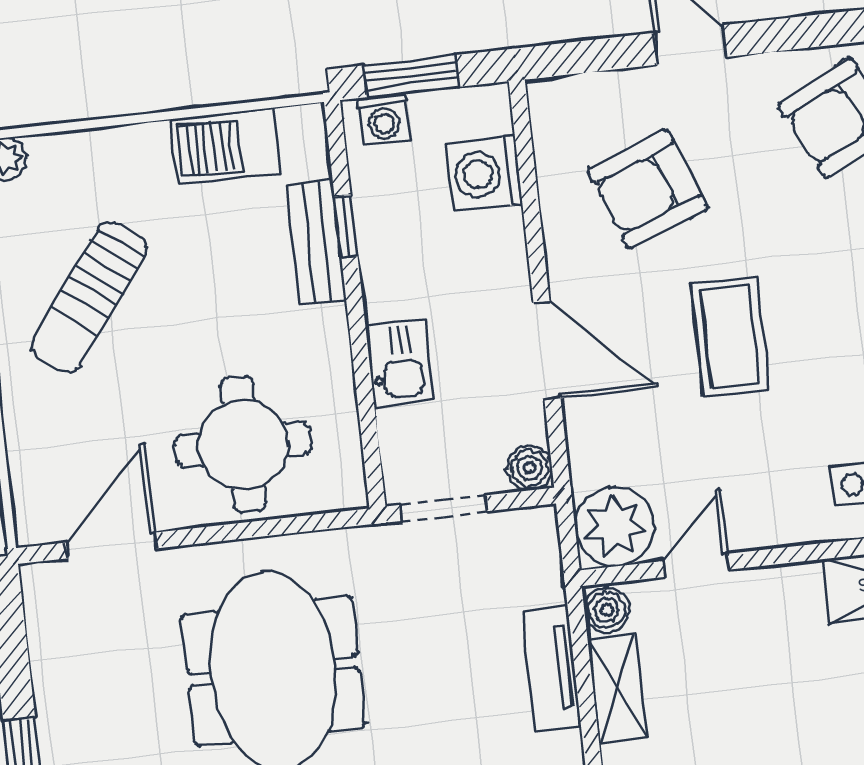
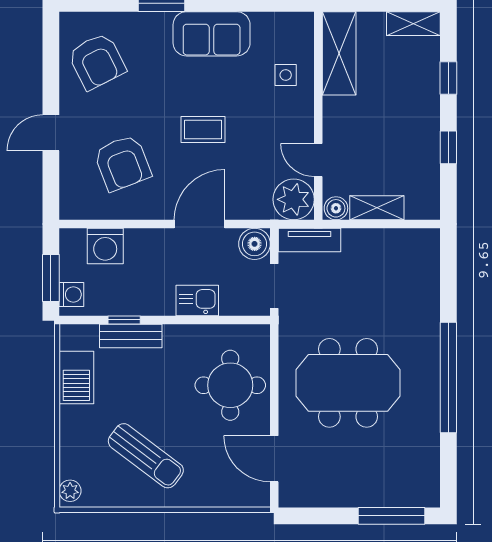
coffee table: (730, 337) -> (203, 130), width x0.73, depth x0.77
boiler: (530, 468) -> (255, 244), width x1.36, depth x1.36
tv unit: (552, 668) -> (309, 240), moved

